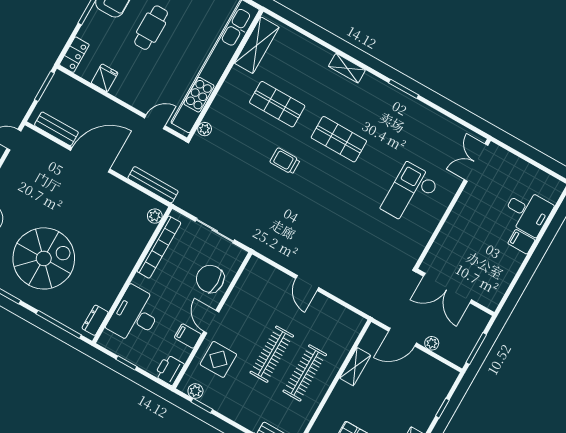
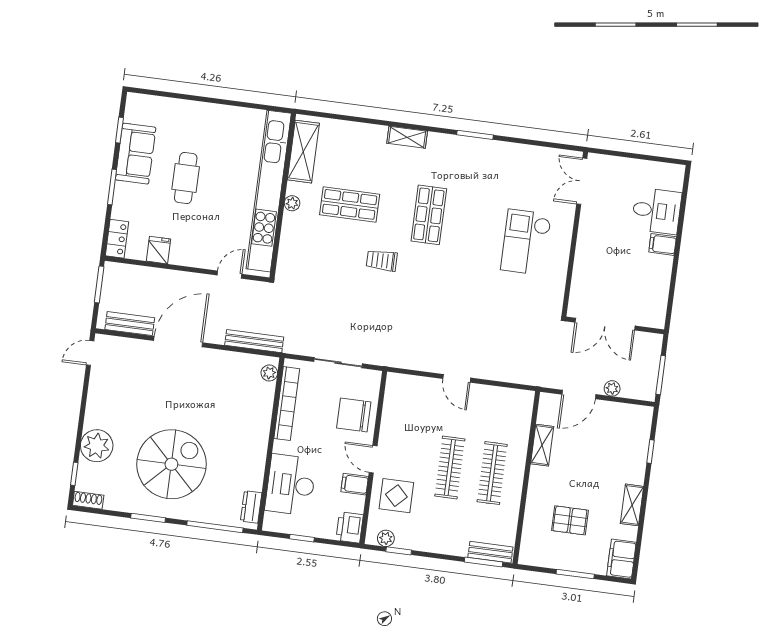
plant: (205, 129) -> (292, 203), moved
shop shelf: (339, 139) -> (429, 215), turned 90

